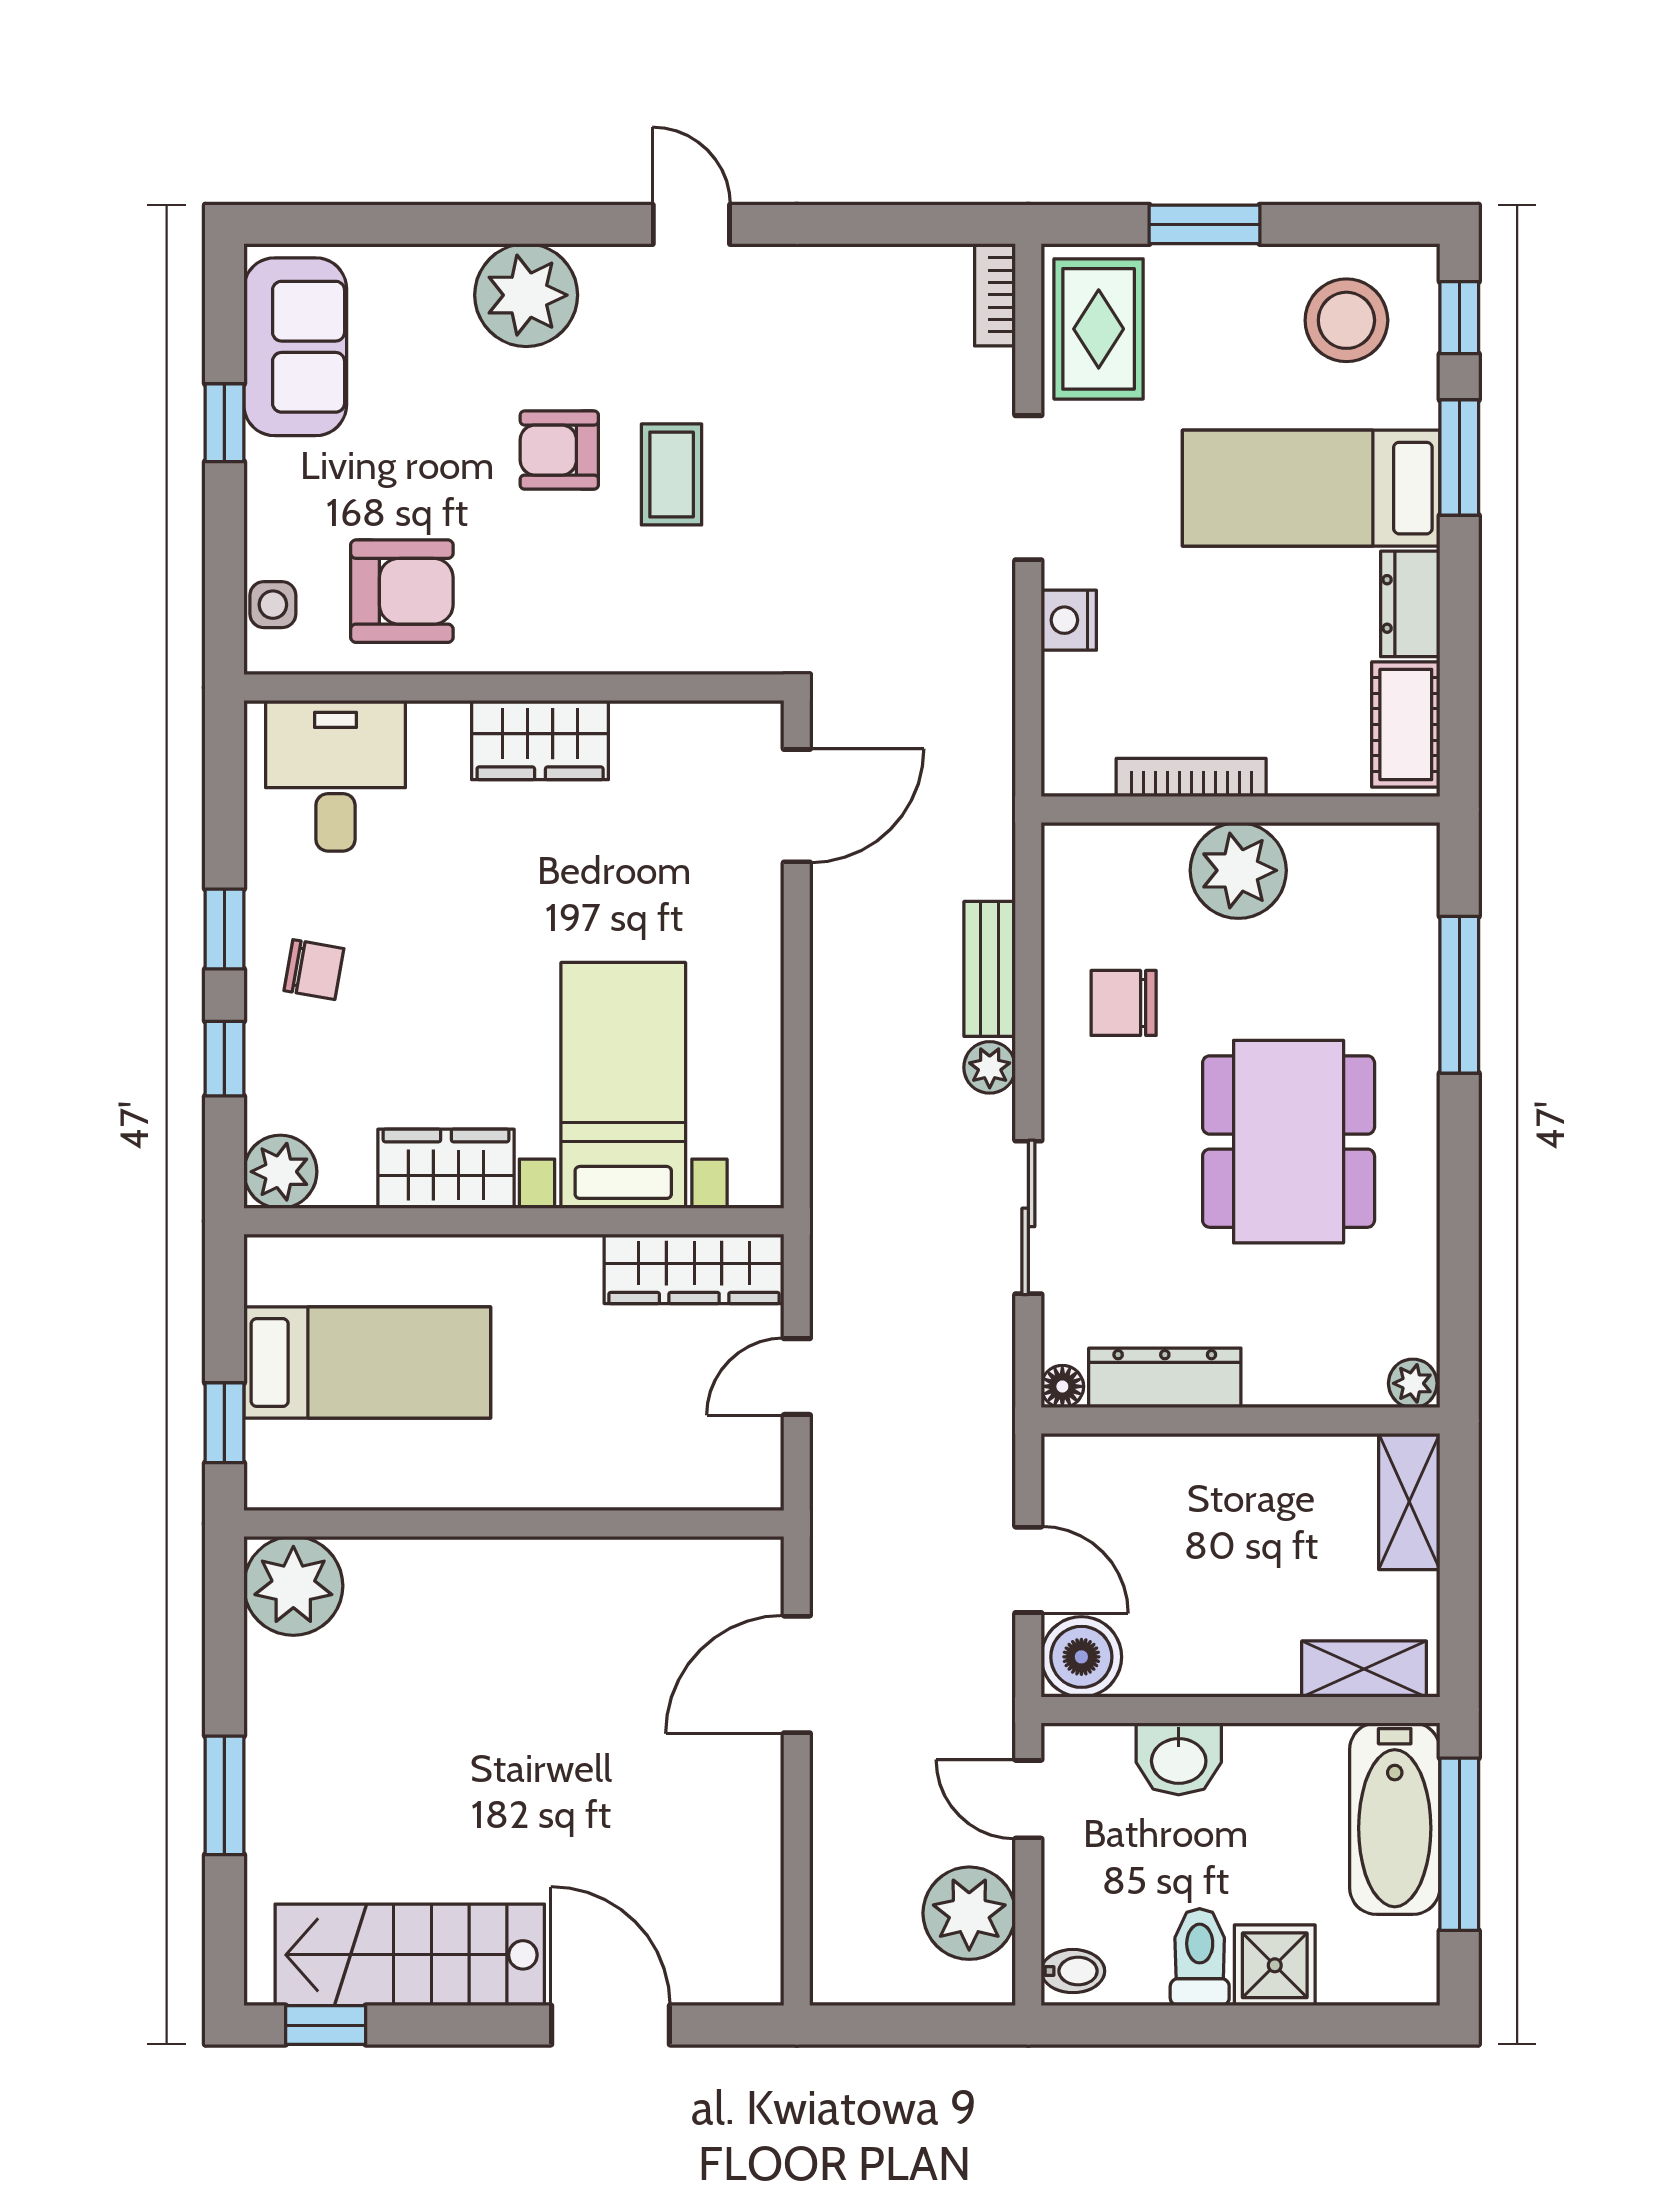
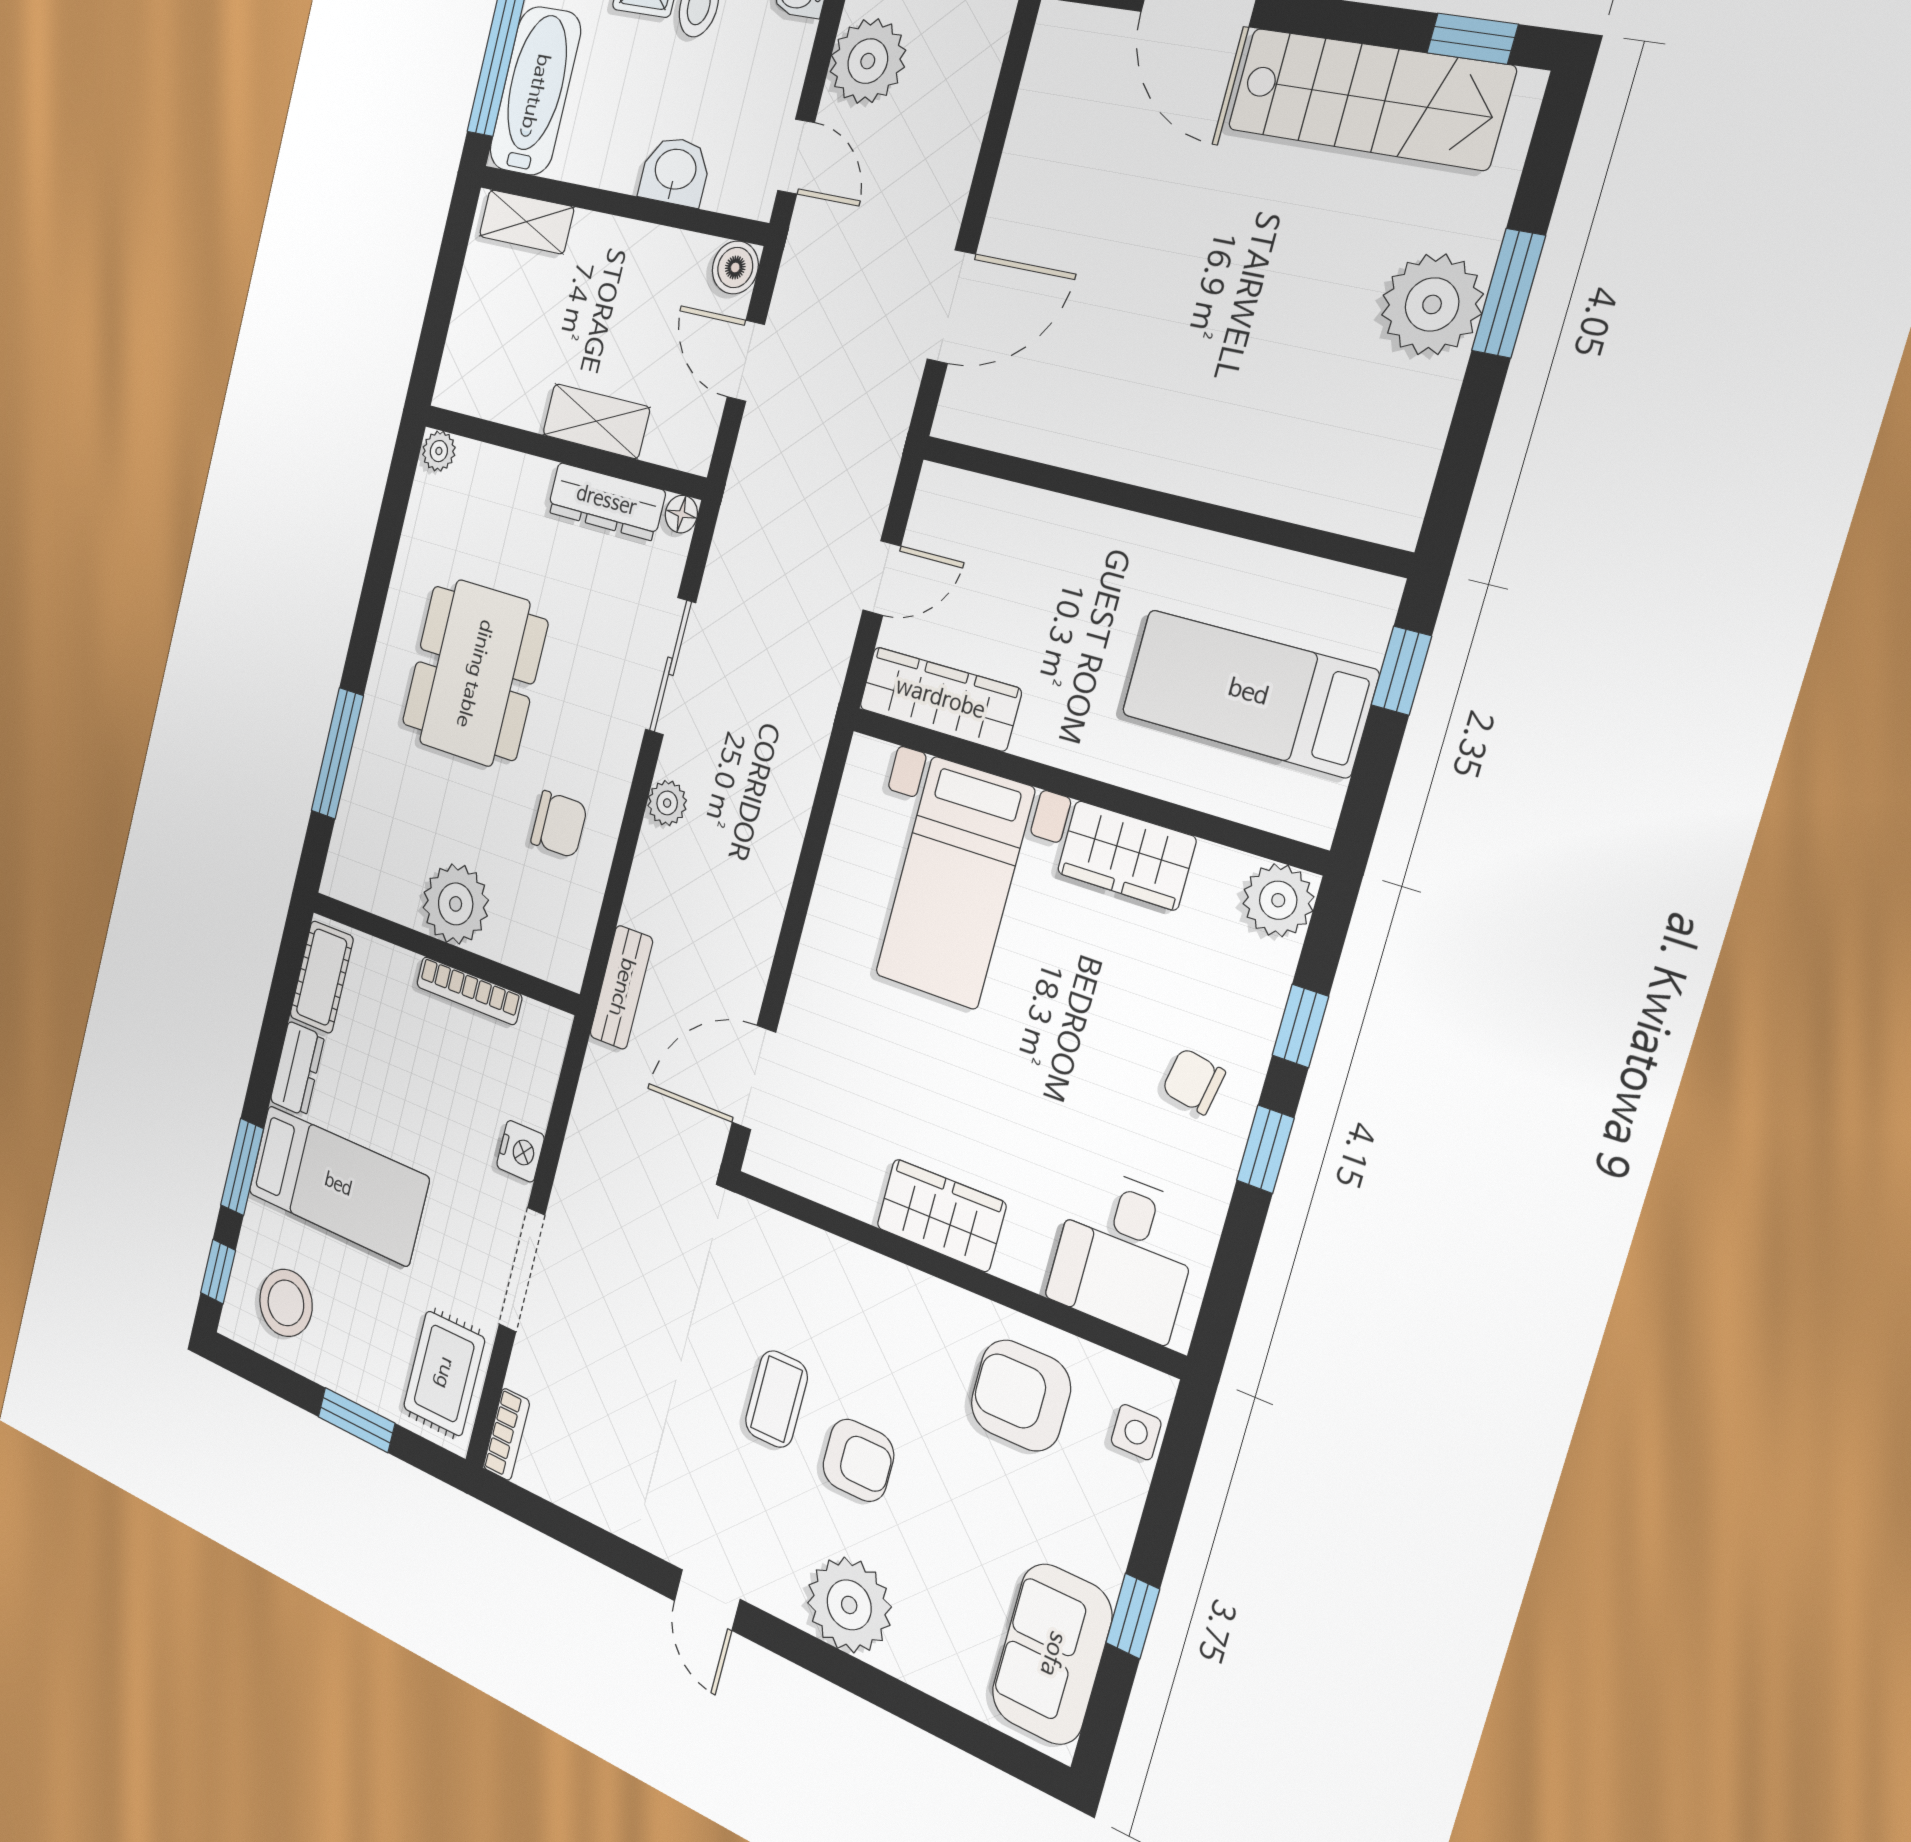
bench: (990, 969) -> (621, 987), moved
shelving: (1409, 1501) -> (596, 421), moved, turned 90
plant: (293, 1586) -> (1432, 304), moved
boiler: (1081, 1657) -> (735, 267), width x0.73, depth x0.73

